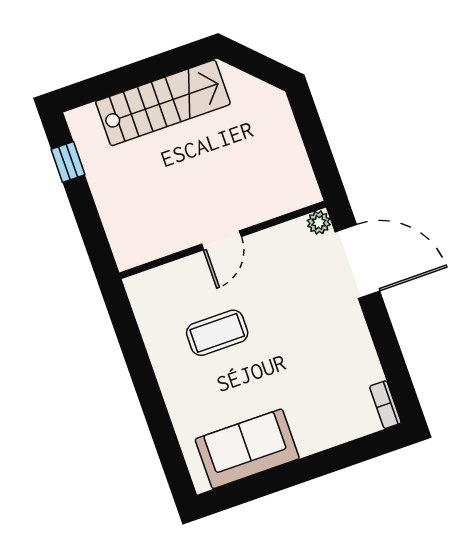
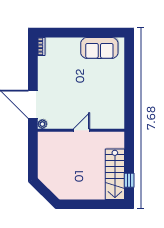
stairs: (163, 103) -> (115, 174), moved, turned -90
coffee table: (217, 333) -> (95, 96), removed

